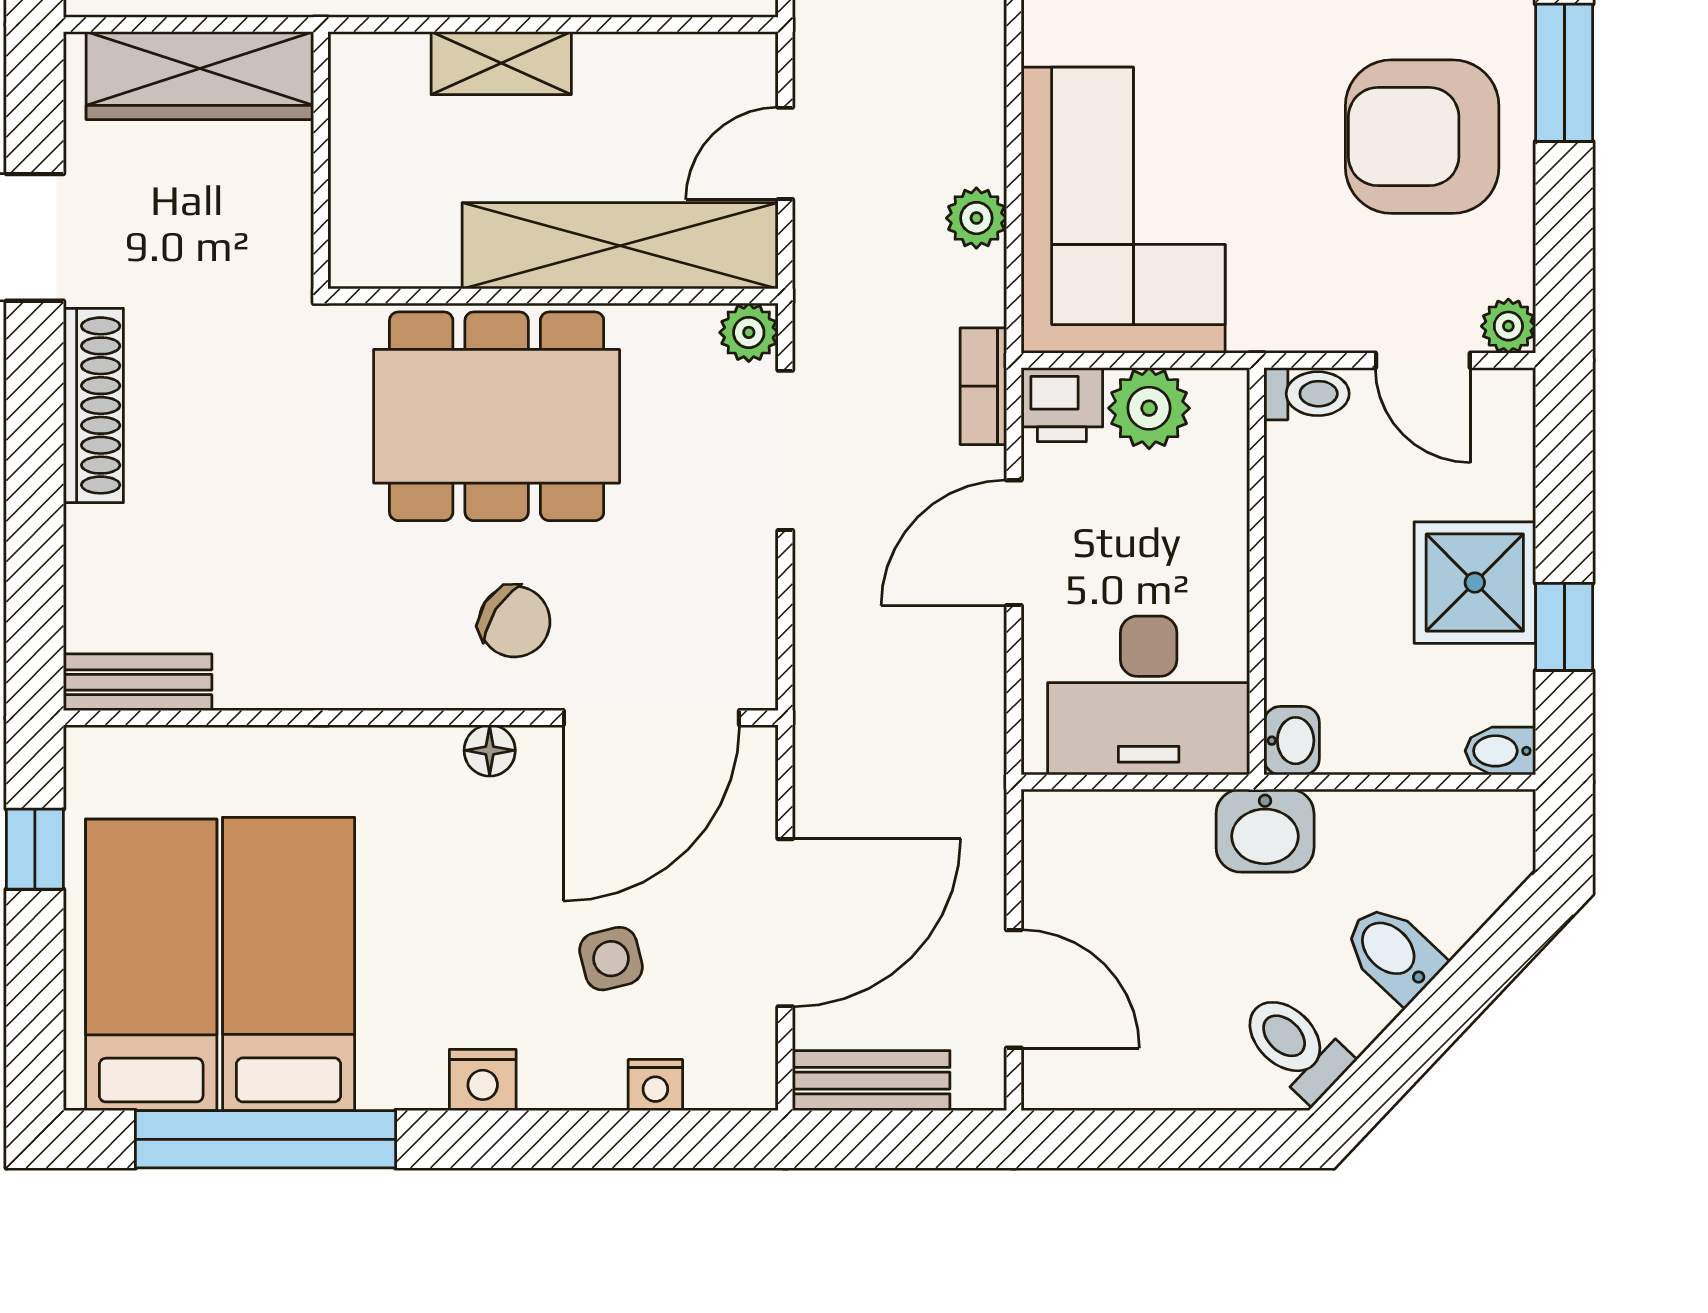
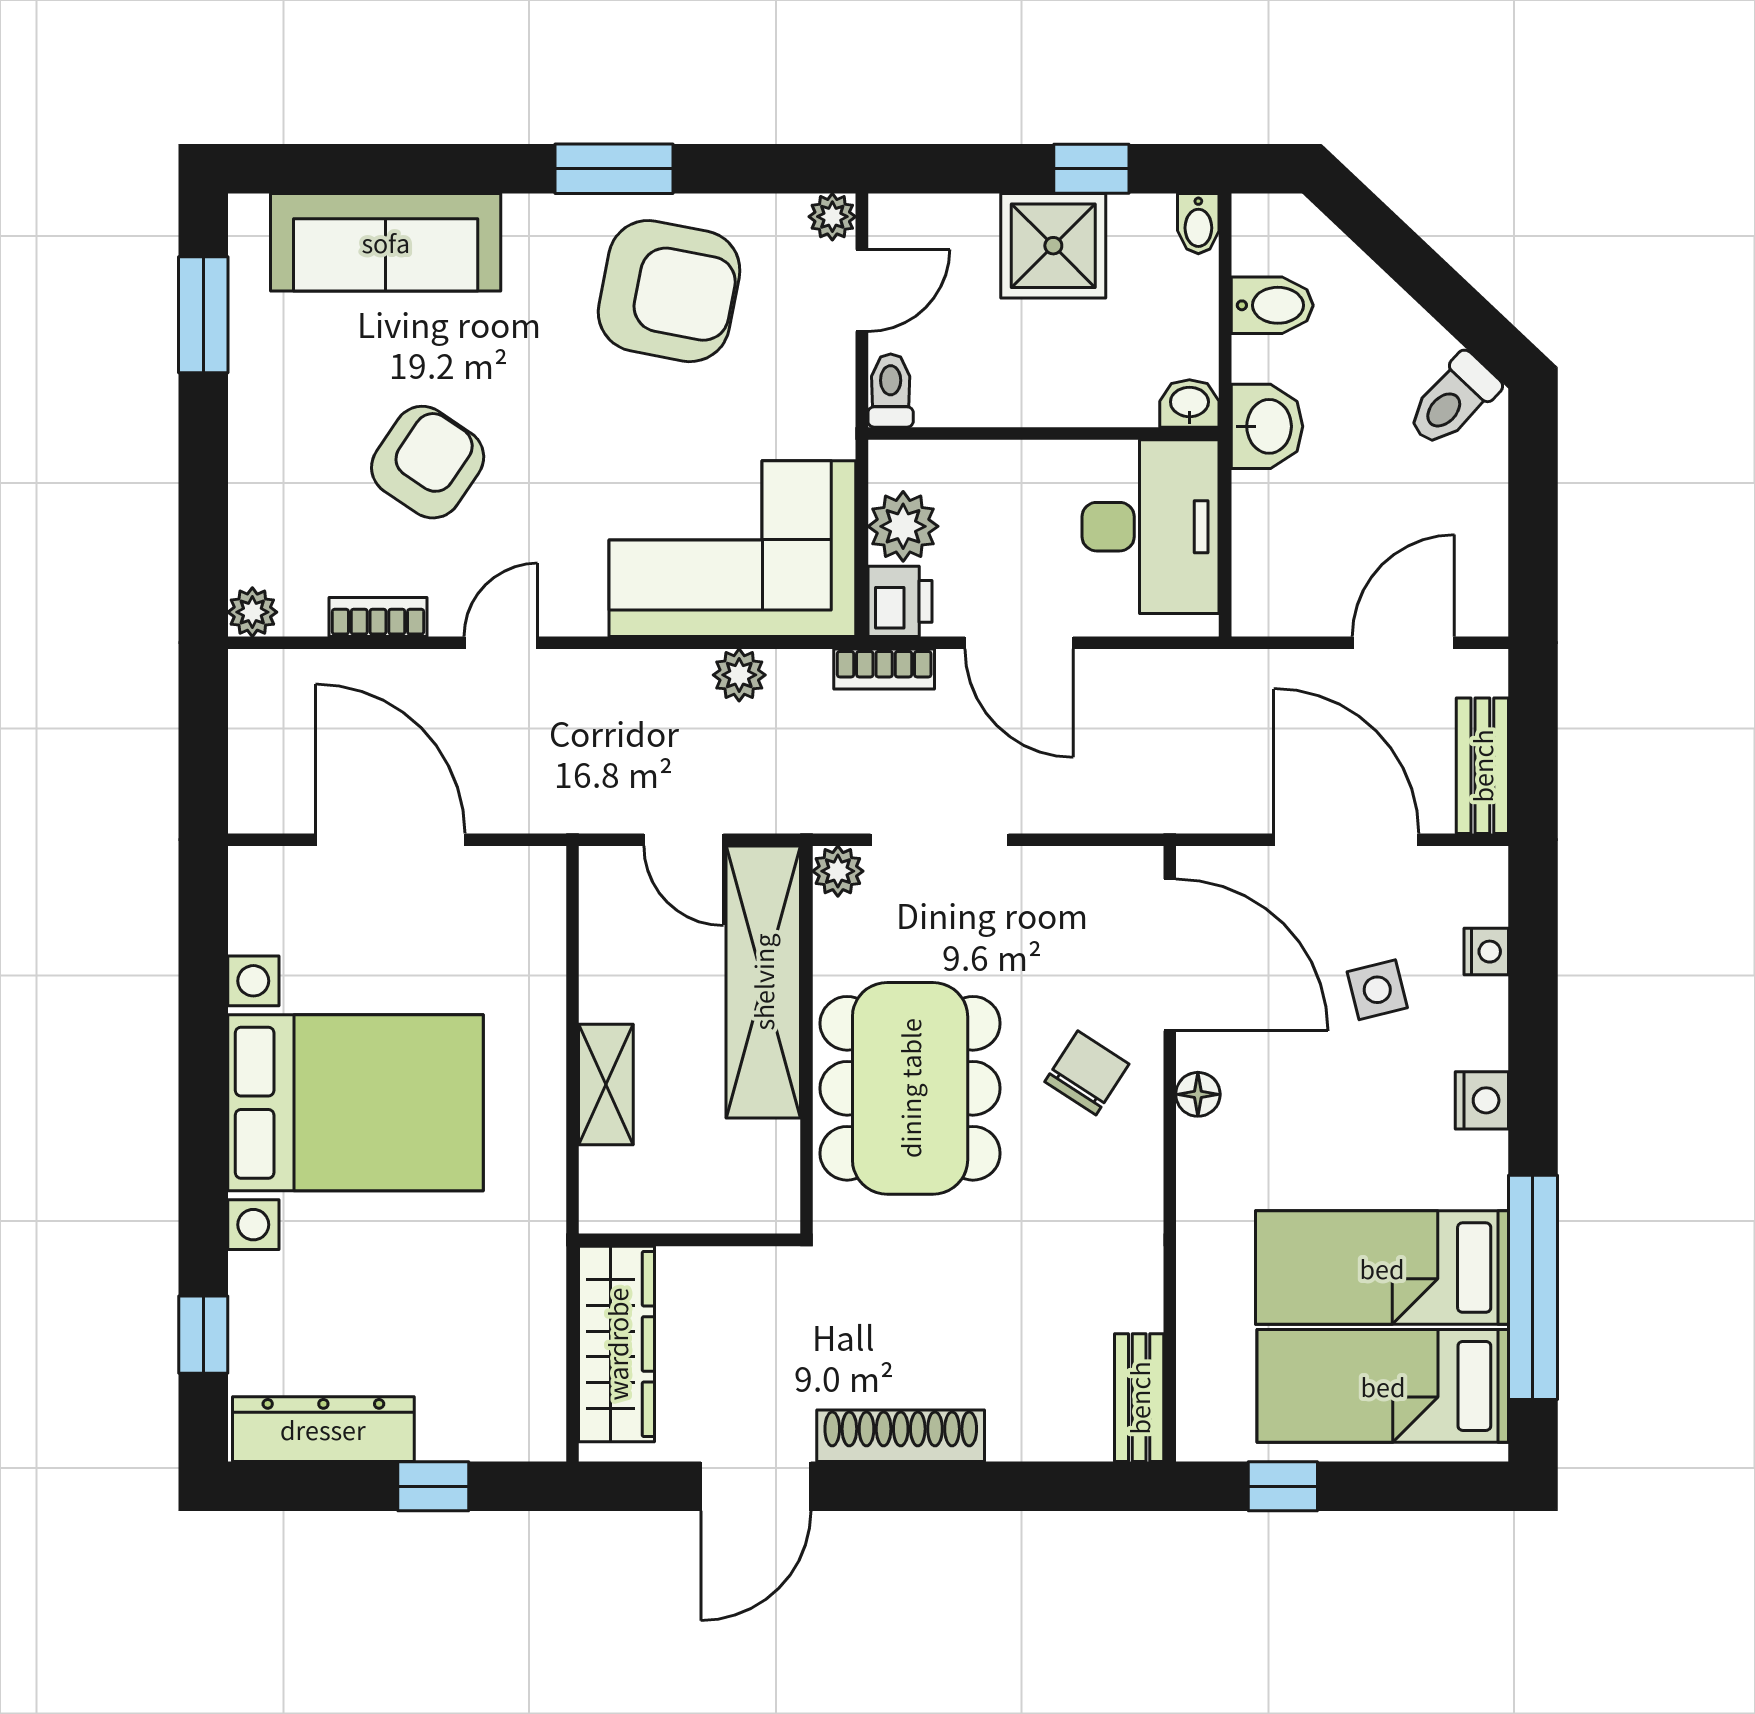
armchair: (1422, 137) -> (669, 291), turned -79
bidet: (1393, 953) -> (1272, 305), moved, turned -133

